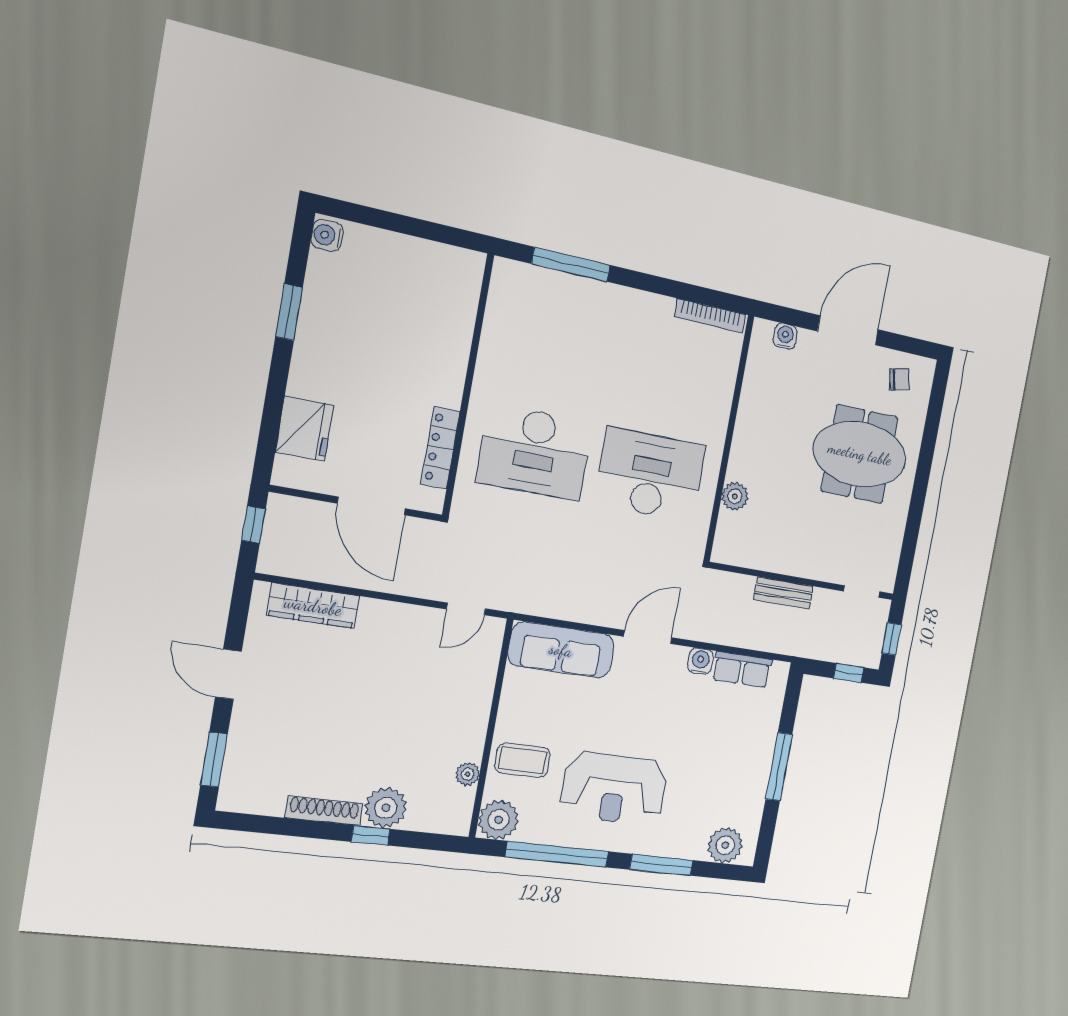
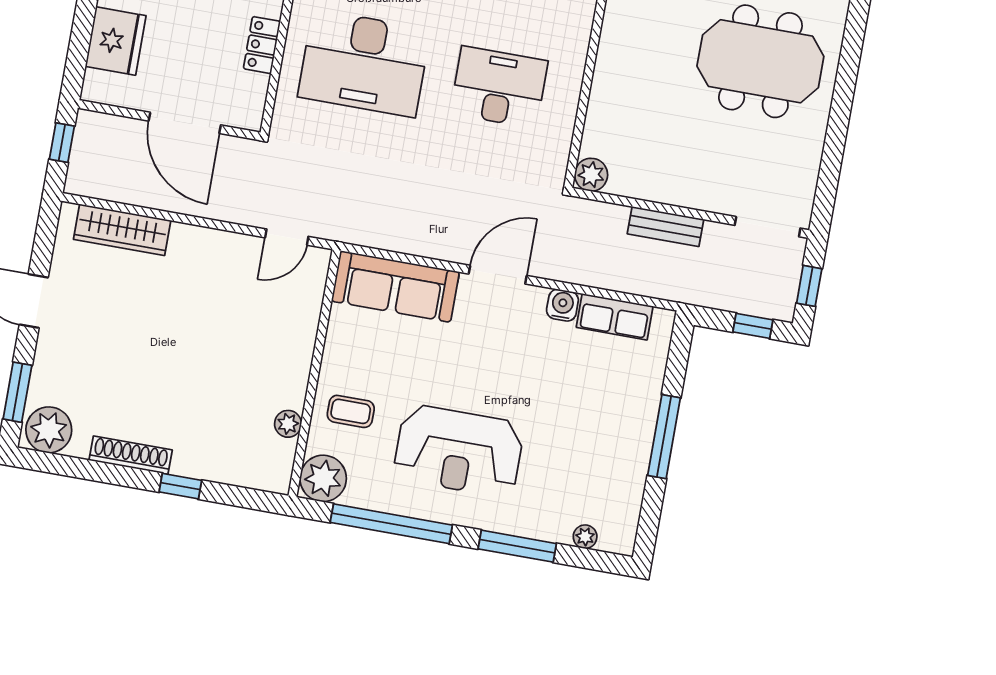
locker: (440, 448) -> (262, 45), width x0.66
desk: (650, 475) -> (499, 87), width x0.73, depth x0.77
plant: (735, 496) -> (591, 175), moved
doorway: (862, 591) -> (768, 227), width x1.38
coffee table: (523, 760) -> (351, 411), width x0.73, depth x0.77
plant: (386, 808) -> (49, 430), moved
plant: (725, 845) -> (585, 537), width x0.53, depth x0.53

